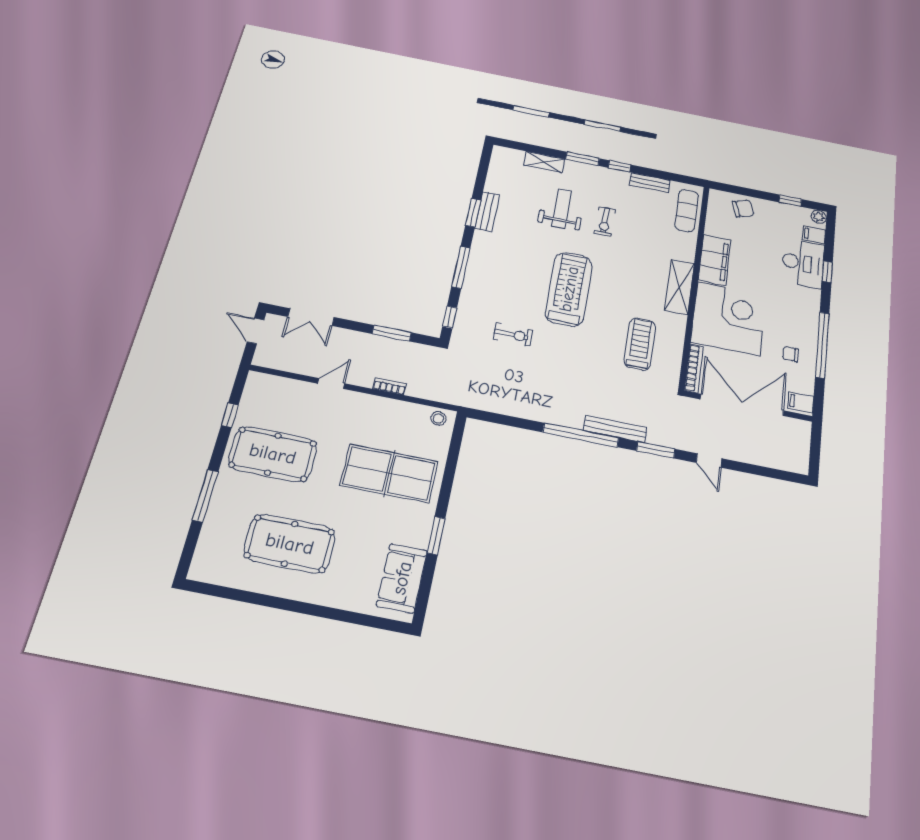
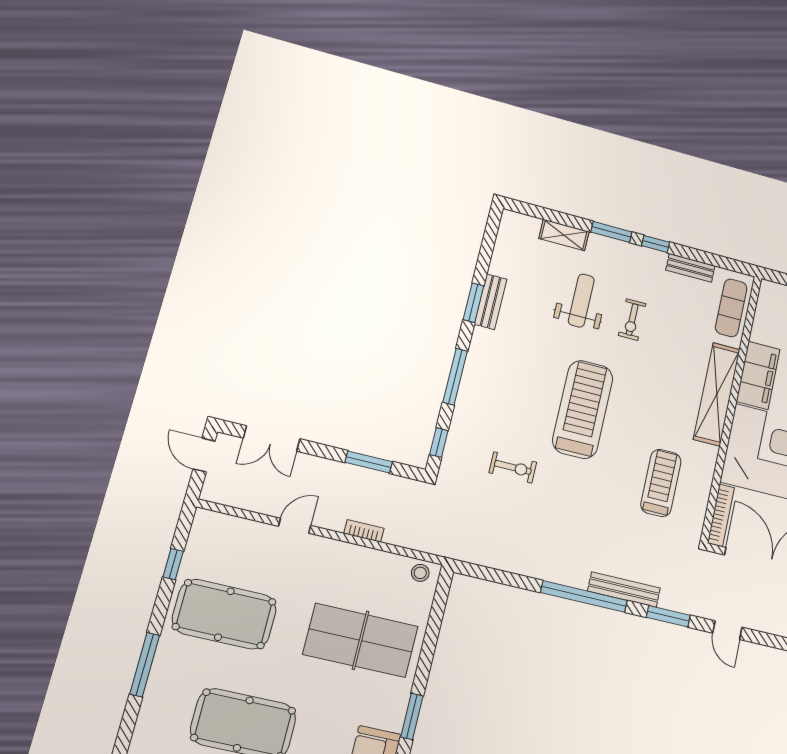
shelving: (679, 287) -> (717, 394), width x1.47

